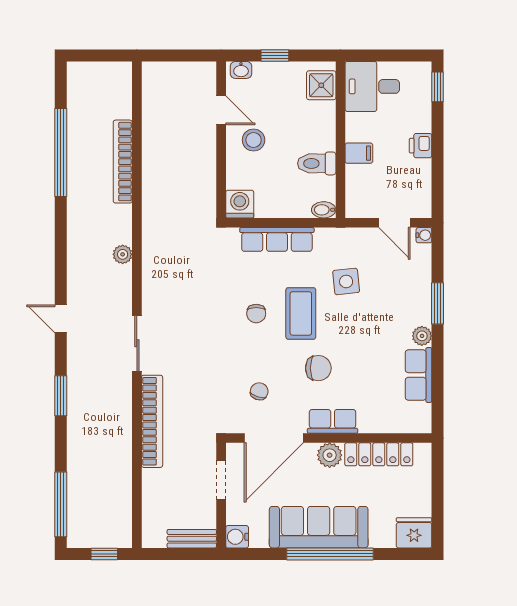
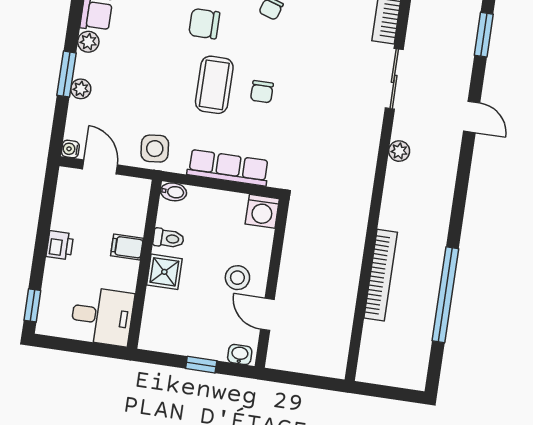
shower: (321, 85) -> (164, 272), moved
toilet: (317, 163) -> (168, 238), width x0.73, depth x0.72
plant: (123, 254) -> (399, 151), moved
side table: (346, 281) -> (155, 149), moved
plant: (423, 292) -> (81, 89), added
chair: (256, 314) -> (262, 92), turned 180

